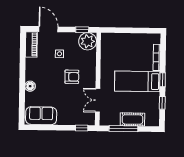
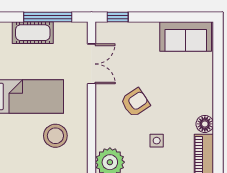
stool: (120, 58) -> (55, 136), added
armchair: (72, 77) -> (135, 102), turned 146
floor lamp: (30, 86) -> (205, 124), moved

